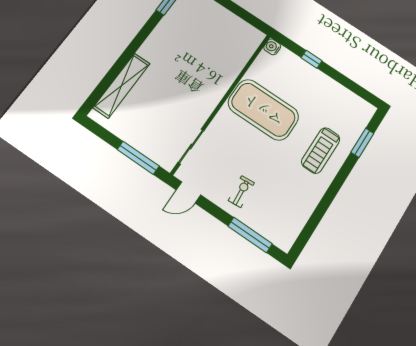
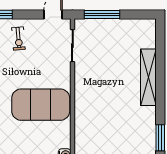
shelving: (122, 85) -> (148, 77), moved

